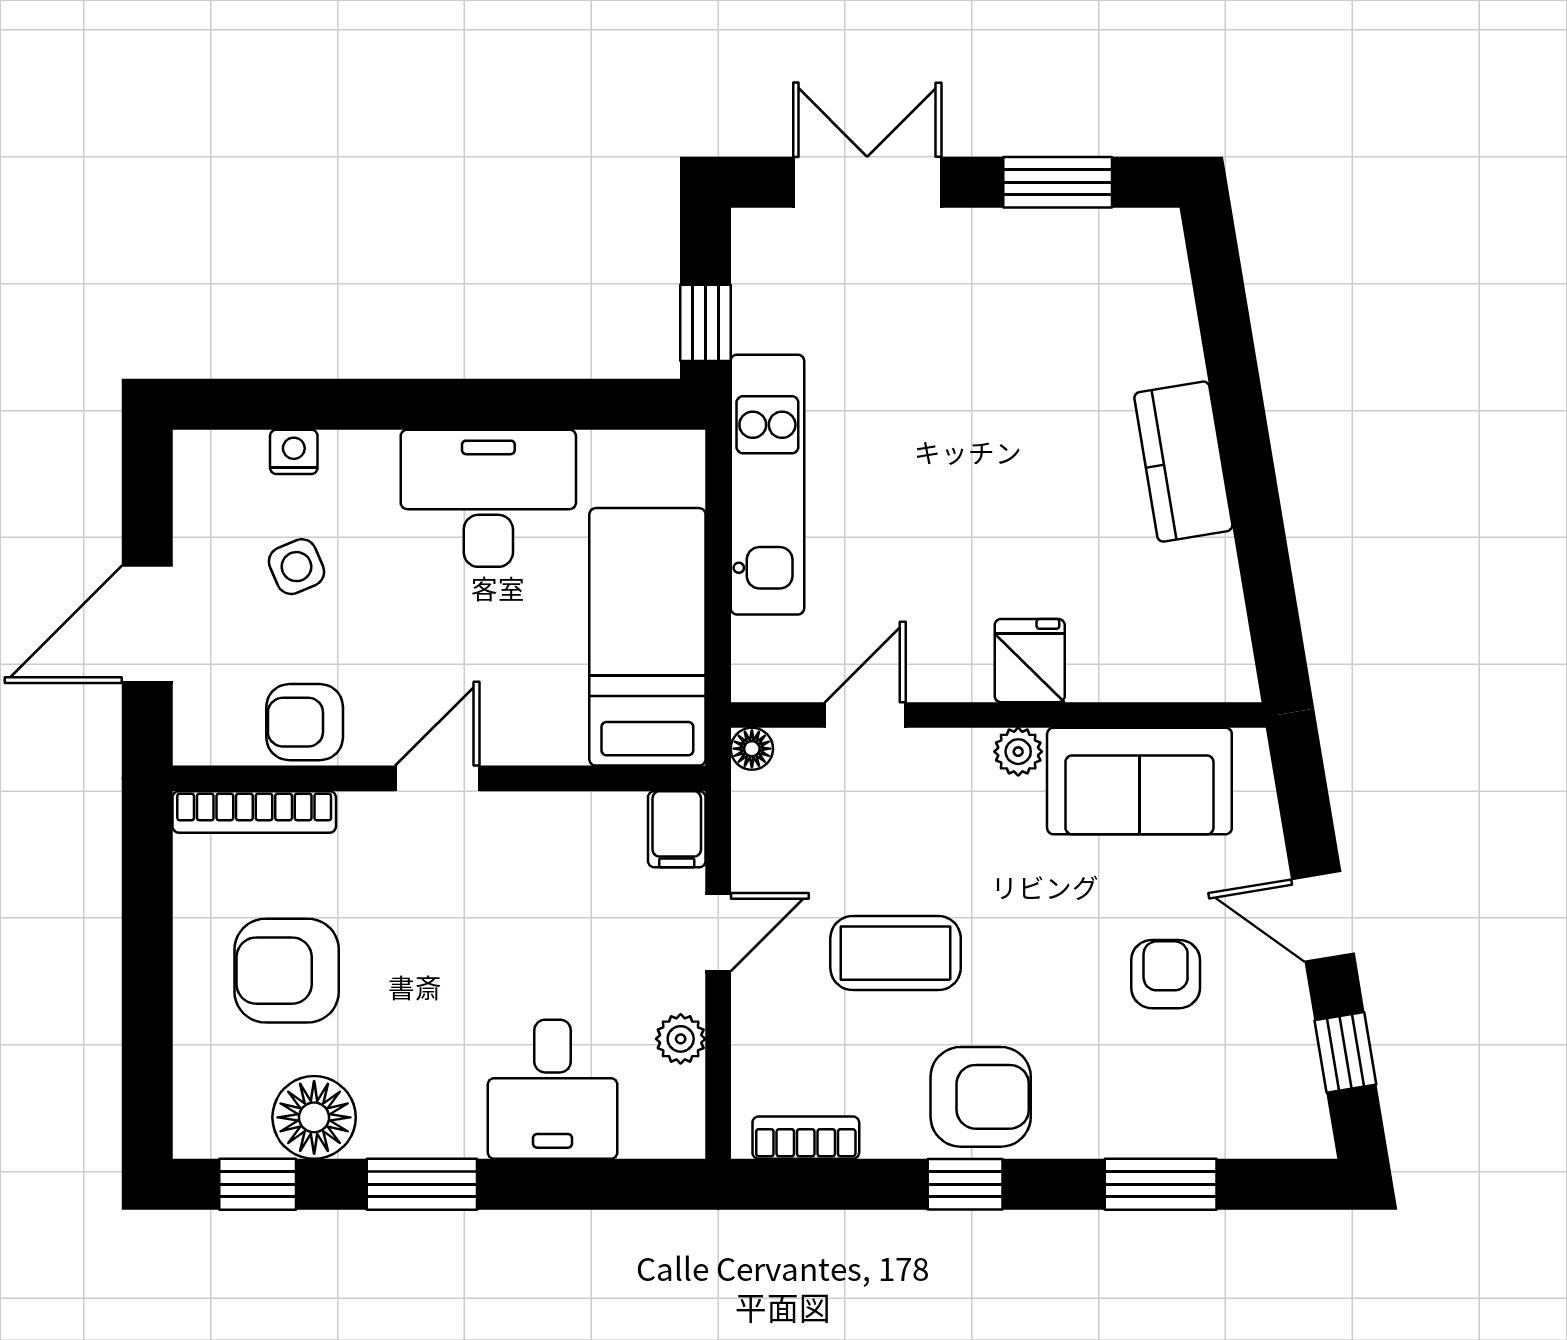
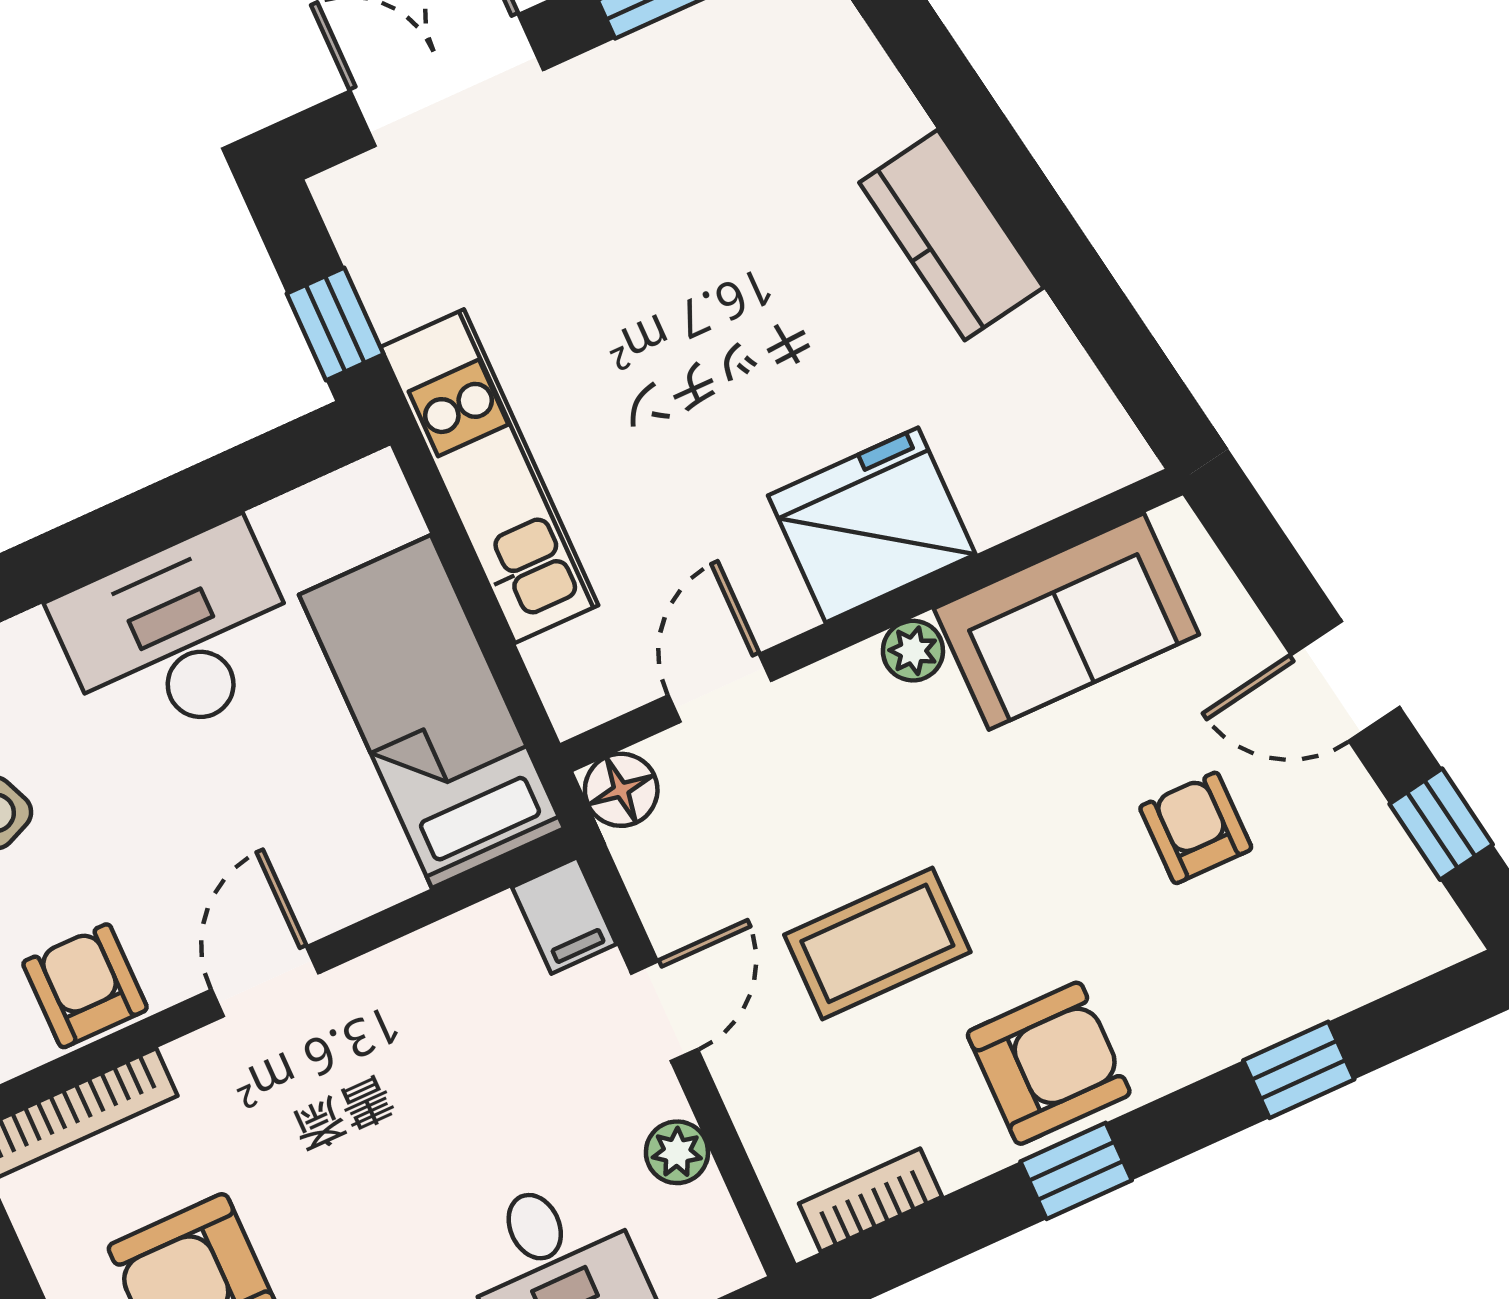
fridge: (1030, 661) -> (872, 525), width x1.88, depth x1.34
armchair: (305, 722) -> (85, 986), turned 90
floor lamp: (752, 749) -> (621, 790), width x1.37, depth x1.37
window: (1161, 1184) -> (1299, 1070), width x0.67

